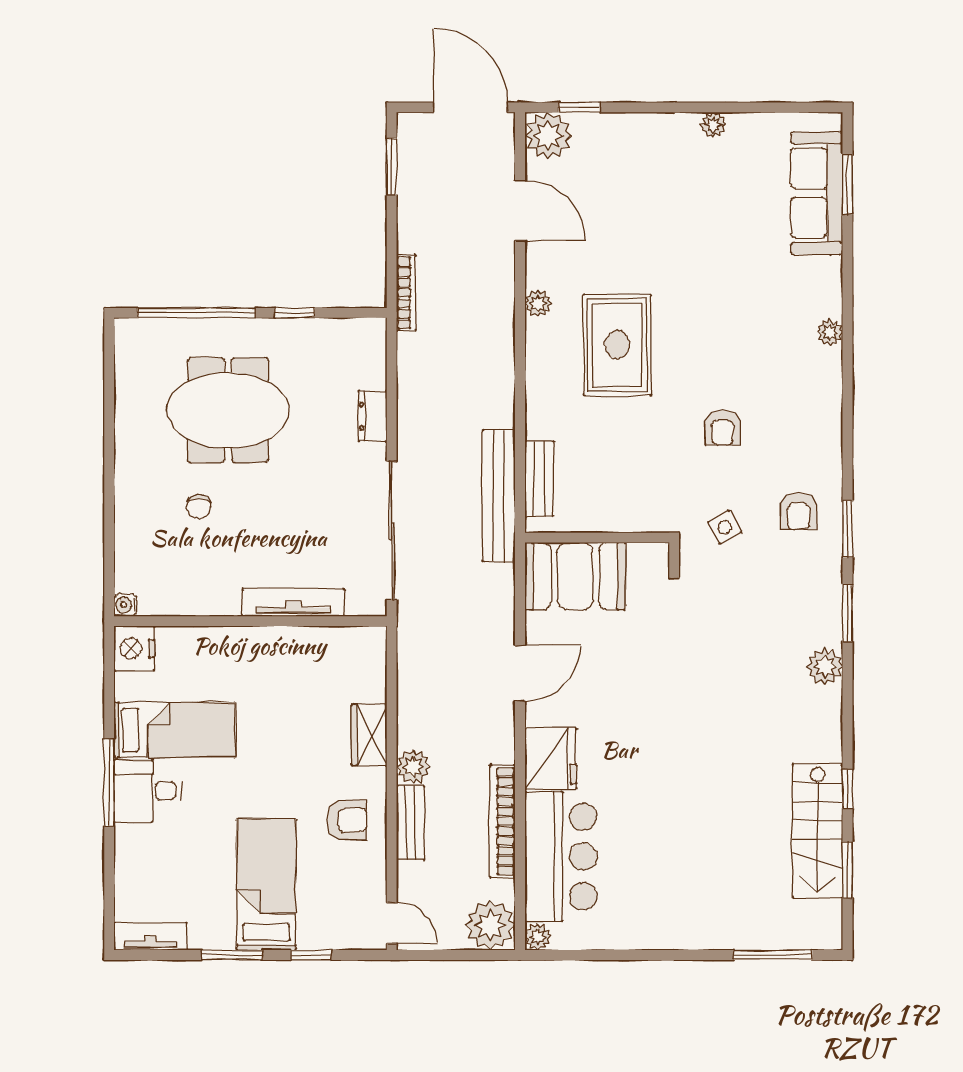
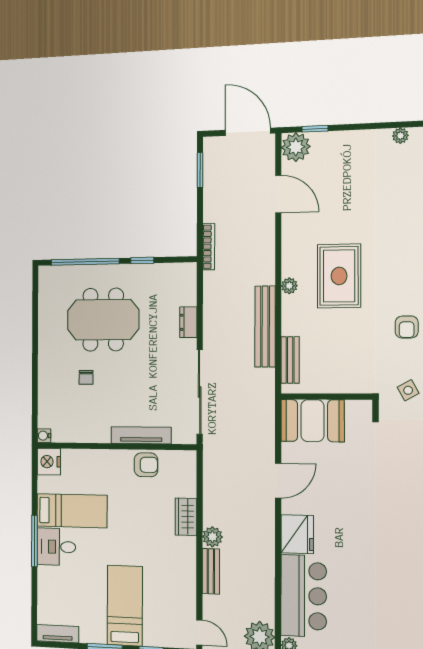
plant: (538, 303) -> (289, 286), moved
bench: (499, 496) -> (265, 326), moved
armchair: (347, 820) -> (146, 465), moved
bookcase: (502, 821) -> (267, 572), removed

